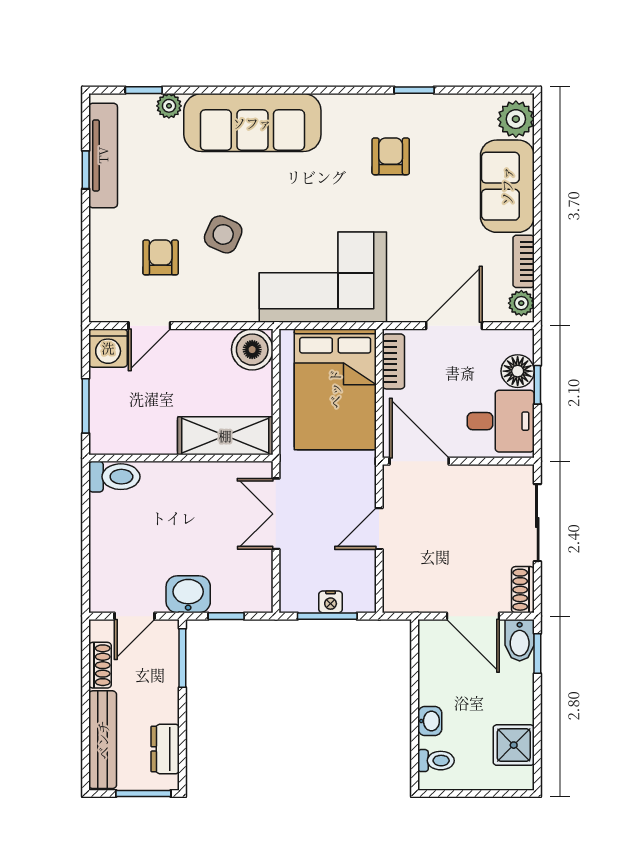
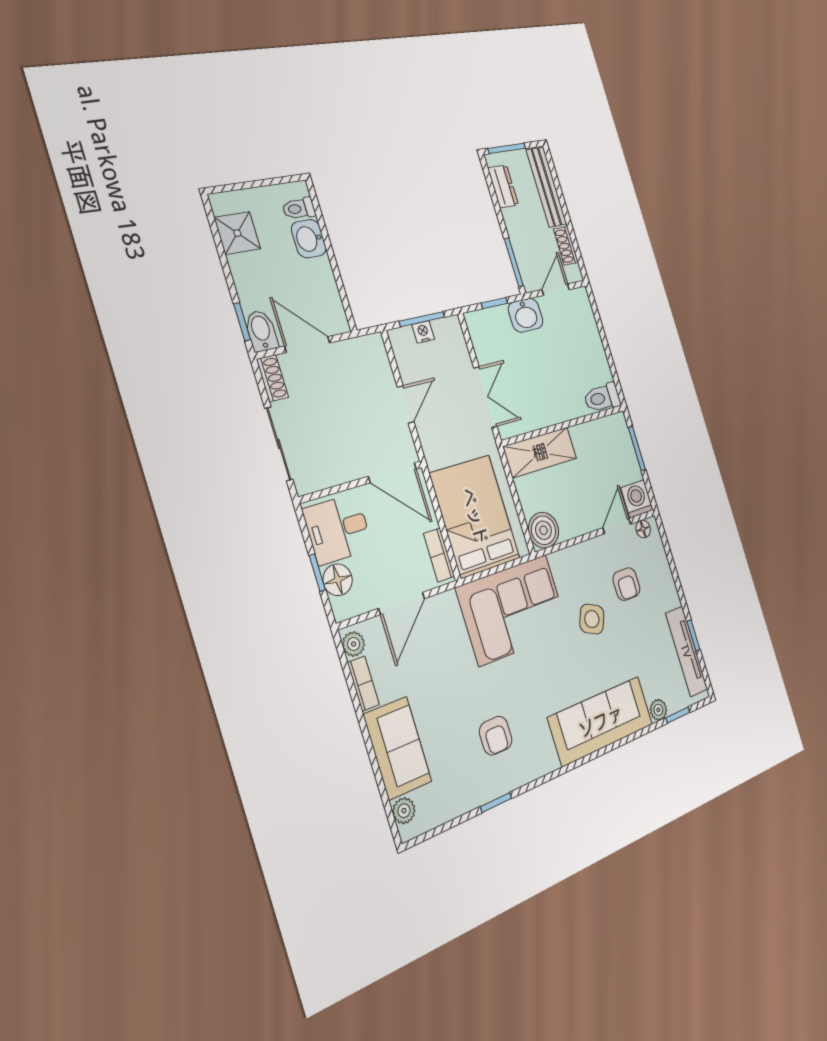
plant: (516, 119) -> (404, 811), width x0.73, depth x0.73
floor lamp: (112, 312) -> (643, 529), added
washbasin: (430, 721) -> (309, 239), width x1.38, depth x1.45

